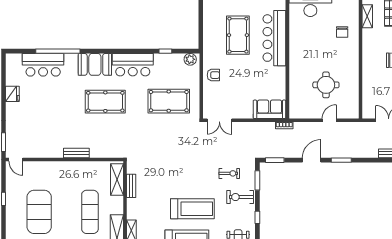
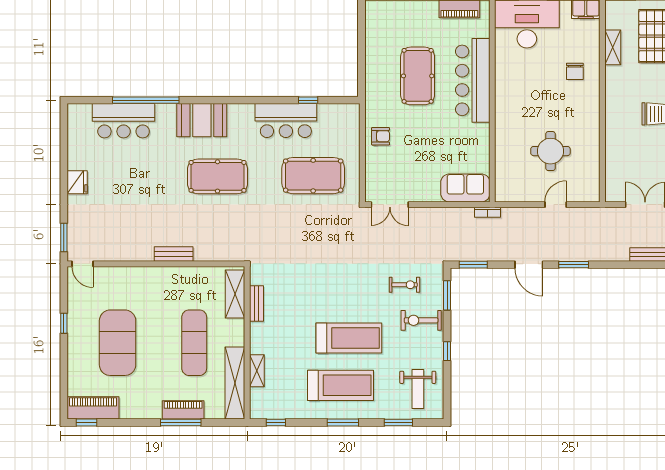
plant: (190, 59) -> (346, 112), removed
bar counter: (133, 65) -> (286, 121), moved
fridge: (12, 94) -> (77, 182), moved
door: (312, 160) -> (529, 265), swing flipped

